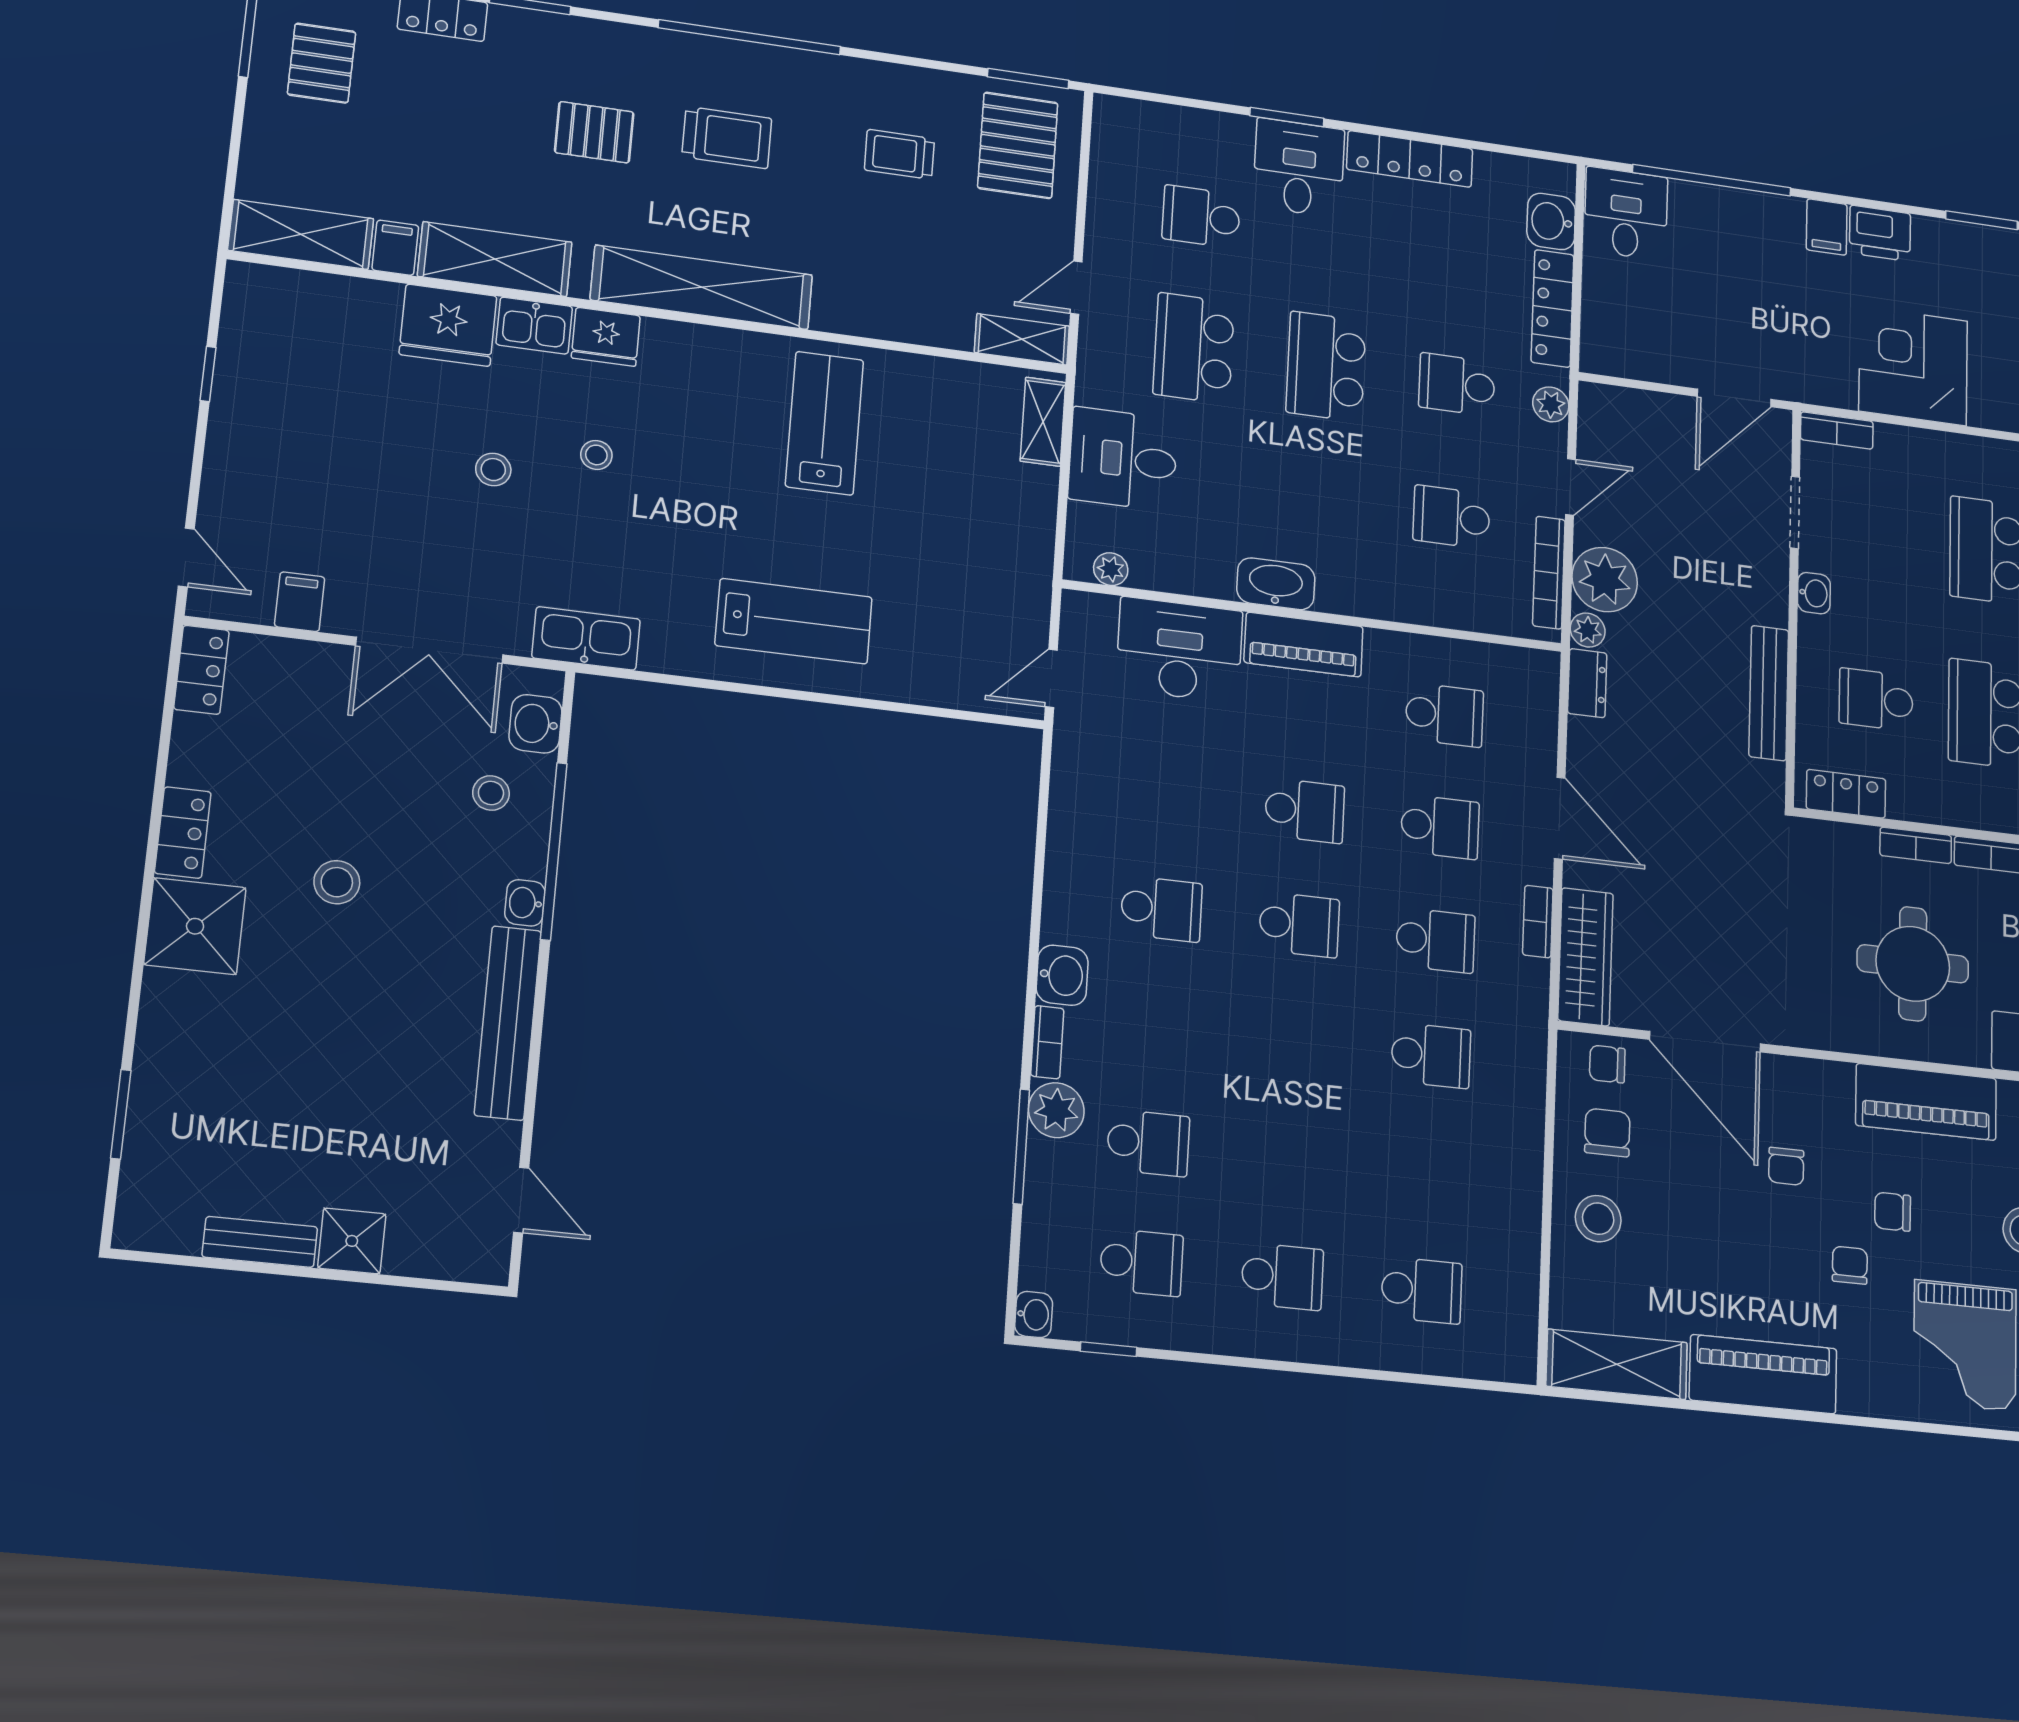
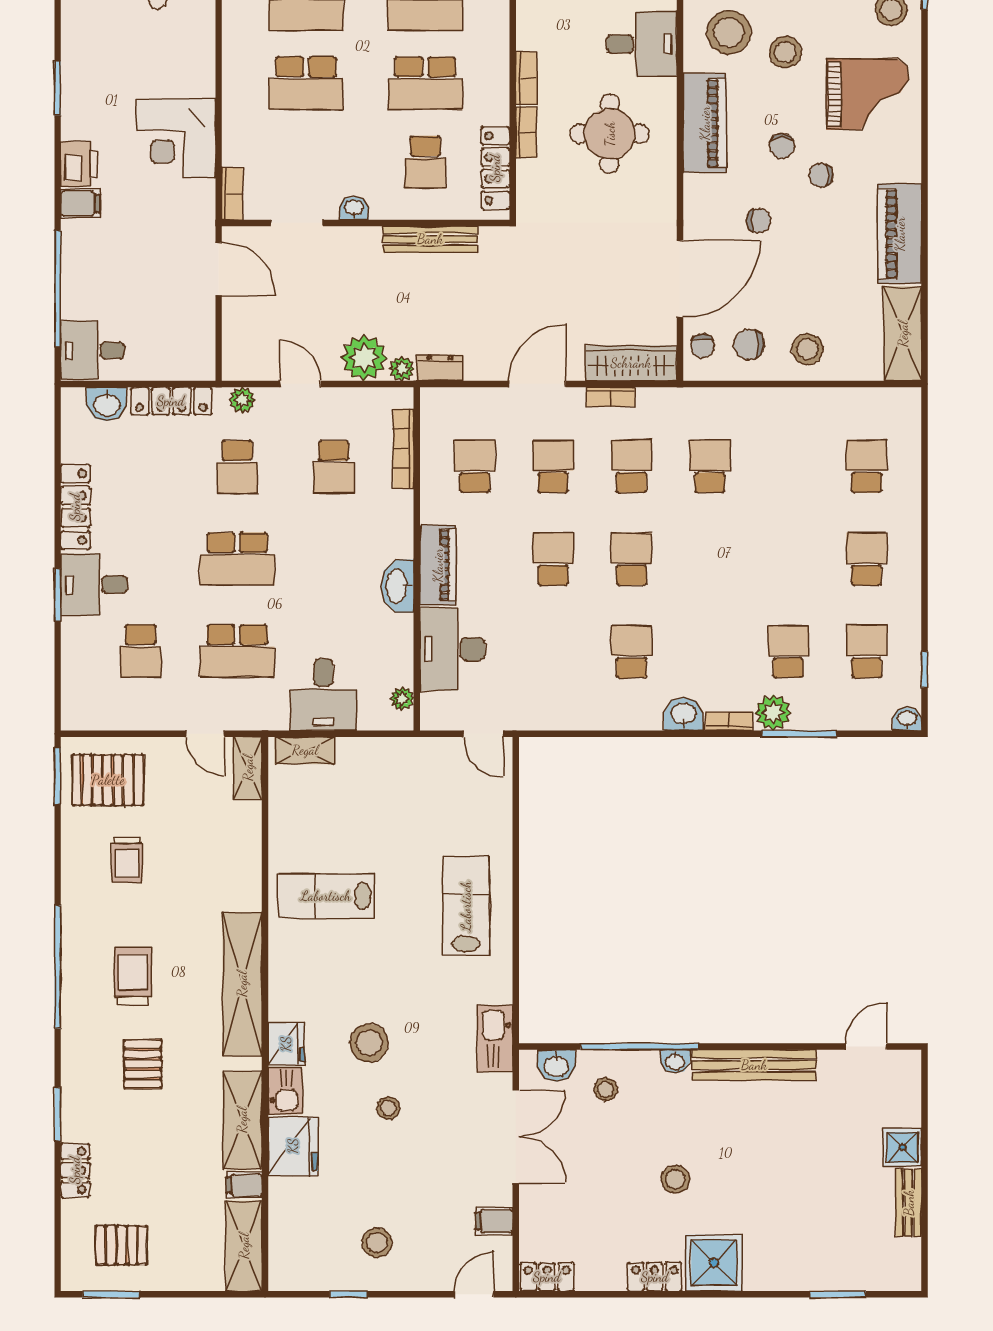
stool: (284, 426) -> (377, 1243), added
stool: (596, 455) -> (369, 1043), width x1.89, depth x1.89
bookcase: (1549, 573) -> (404, 449), moved, turned 90
locker: (1846, 794) -> (495, 168), width x1.53

